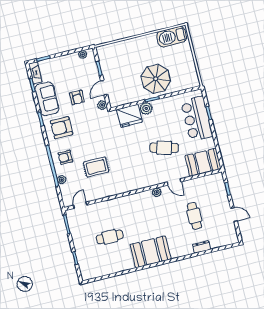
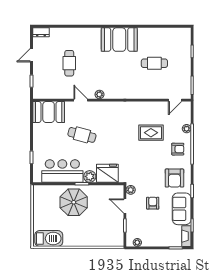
door: (104, 88) -> (125, 206), swing flipped
bar counter: (197, 119) -> (62, 171), moved, turned -90
armchair: (62, 128) -> (174, 178), turned 90
door: (234, 215) -> (31, 55), hinge flipped
dresser: (202, 247) -> (41, 32), moved

